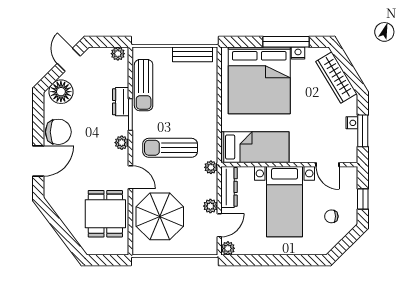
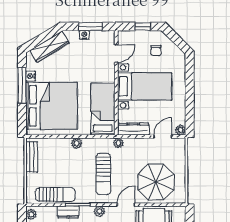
plant: (210, 206) -> (77, 143), moved
door: (219, 225) -> (163, 136), hinge flipped

